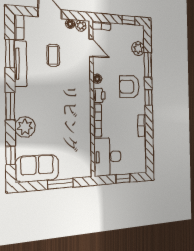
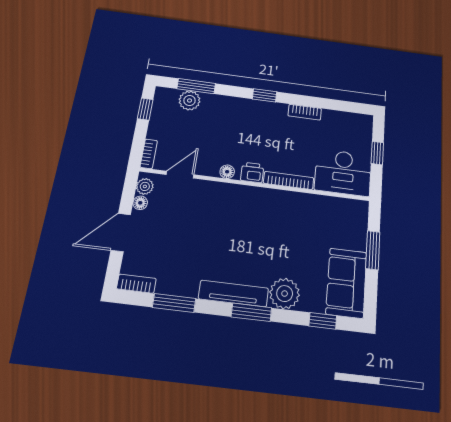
coffee table: (53, 55) -> (184, 236), removed
tv unit: (21, 64) -> (234, 294), moved
window: (148, 65) -> (196, 86), moved
armchair: (129, 87) -> (245, 123), removed

